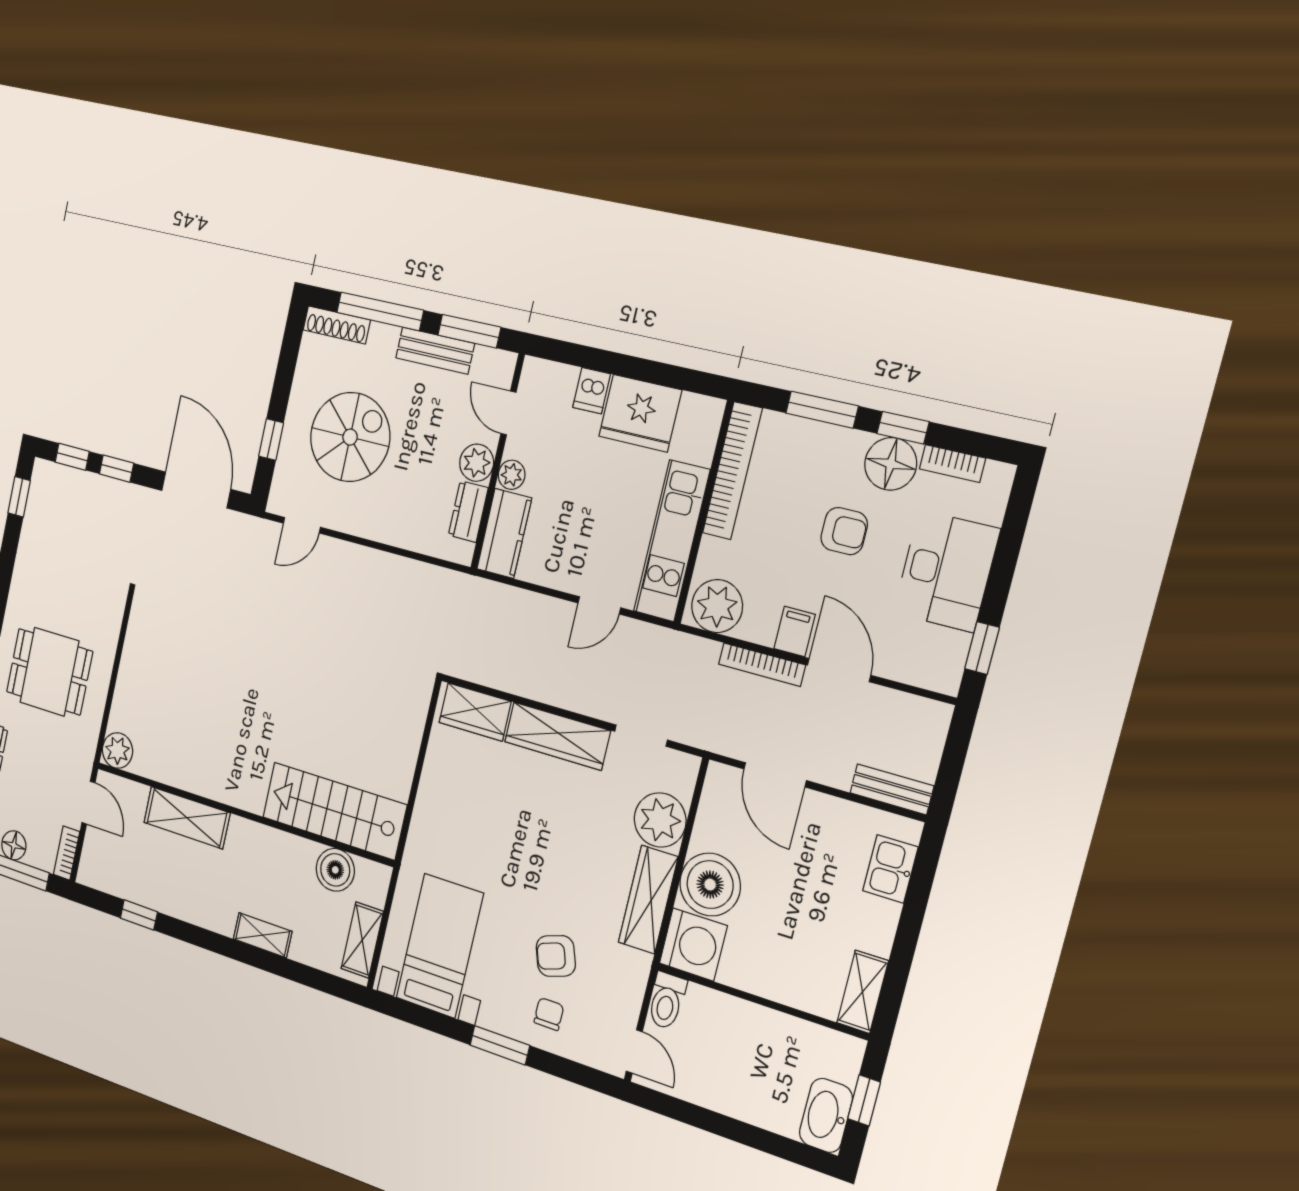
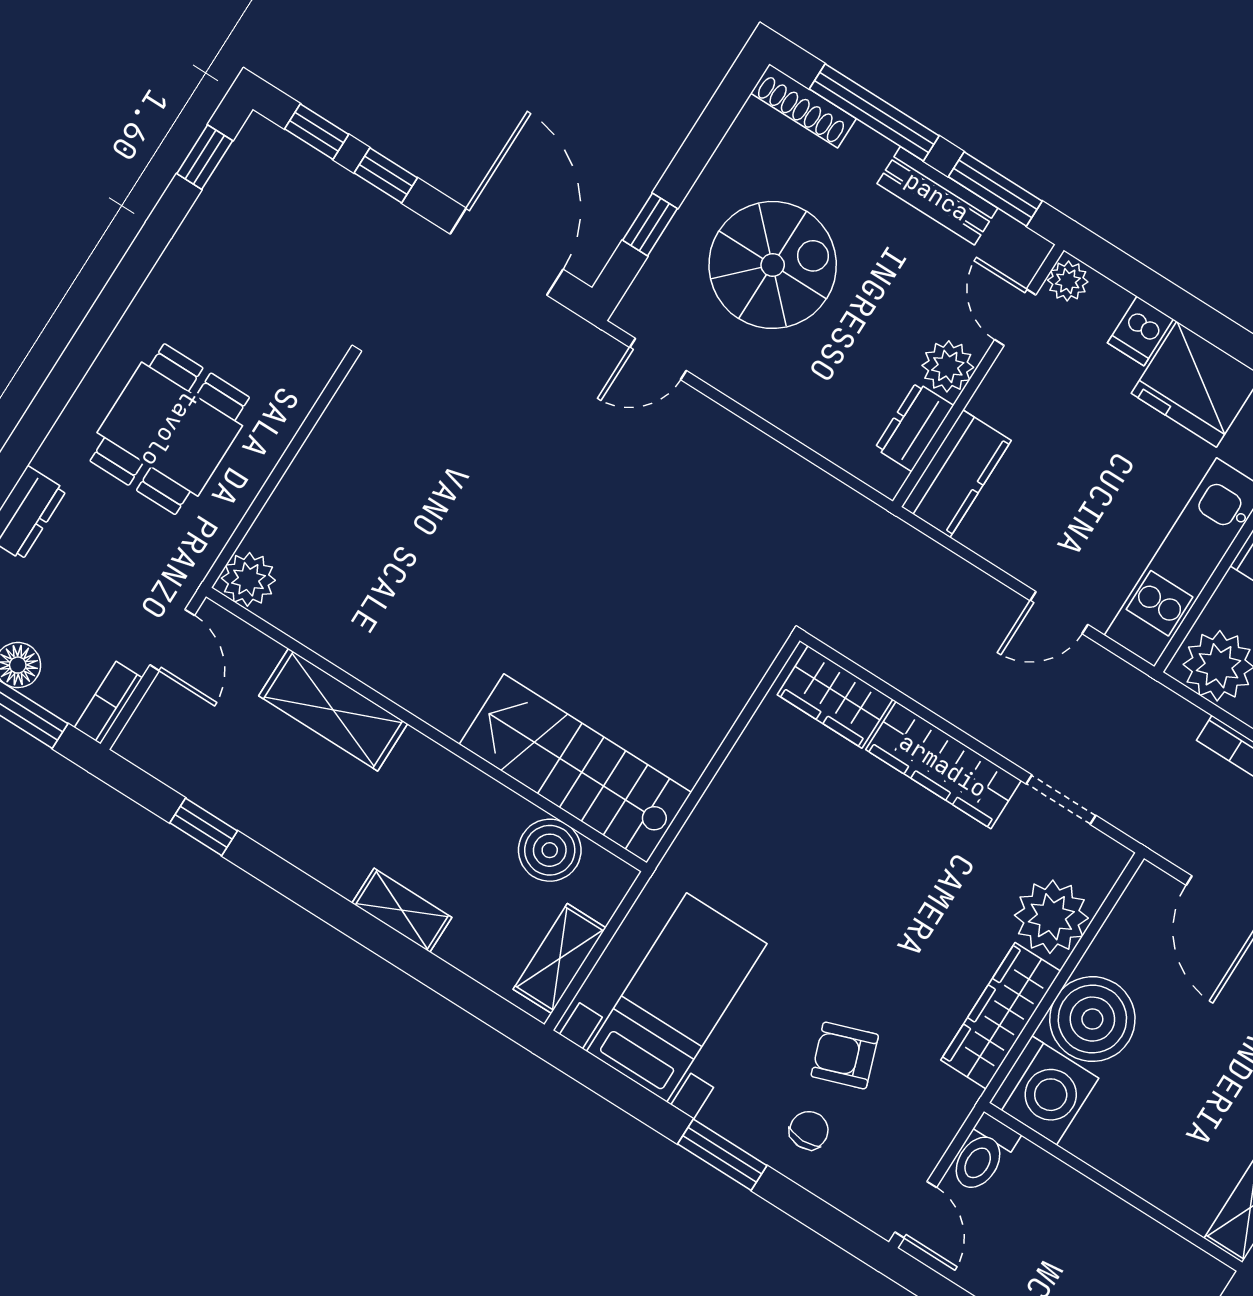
plant: (512, 475) -> (1068, 281), moved
dining table: (49, 672) -> (170, 429), turned 90

